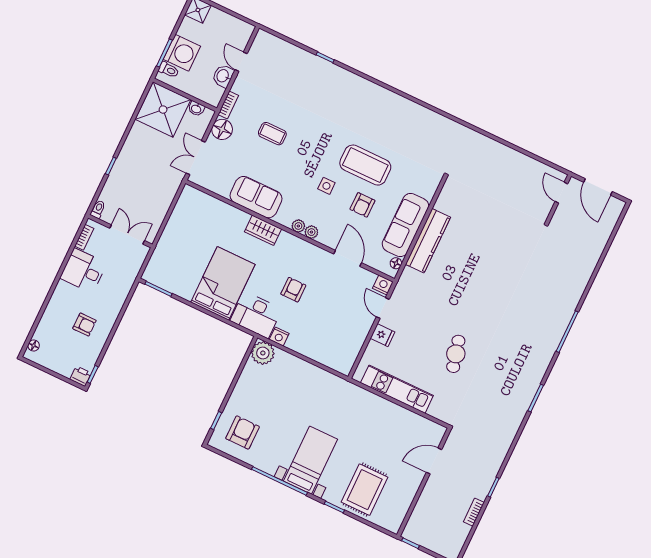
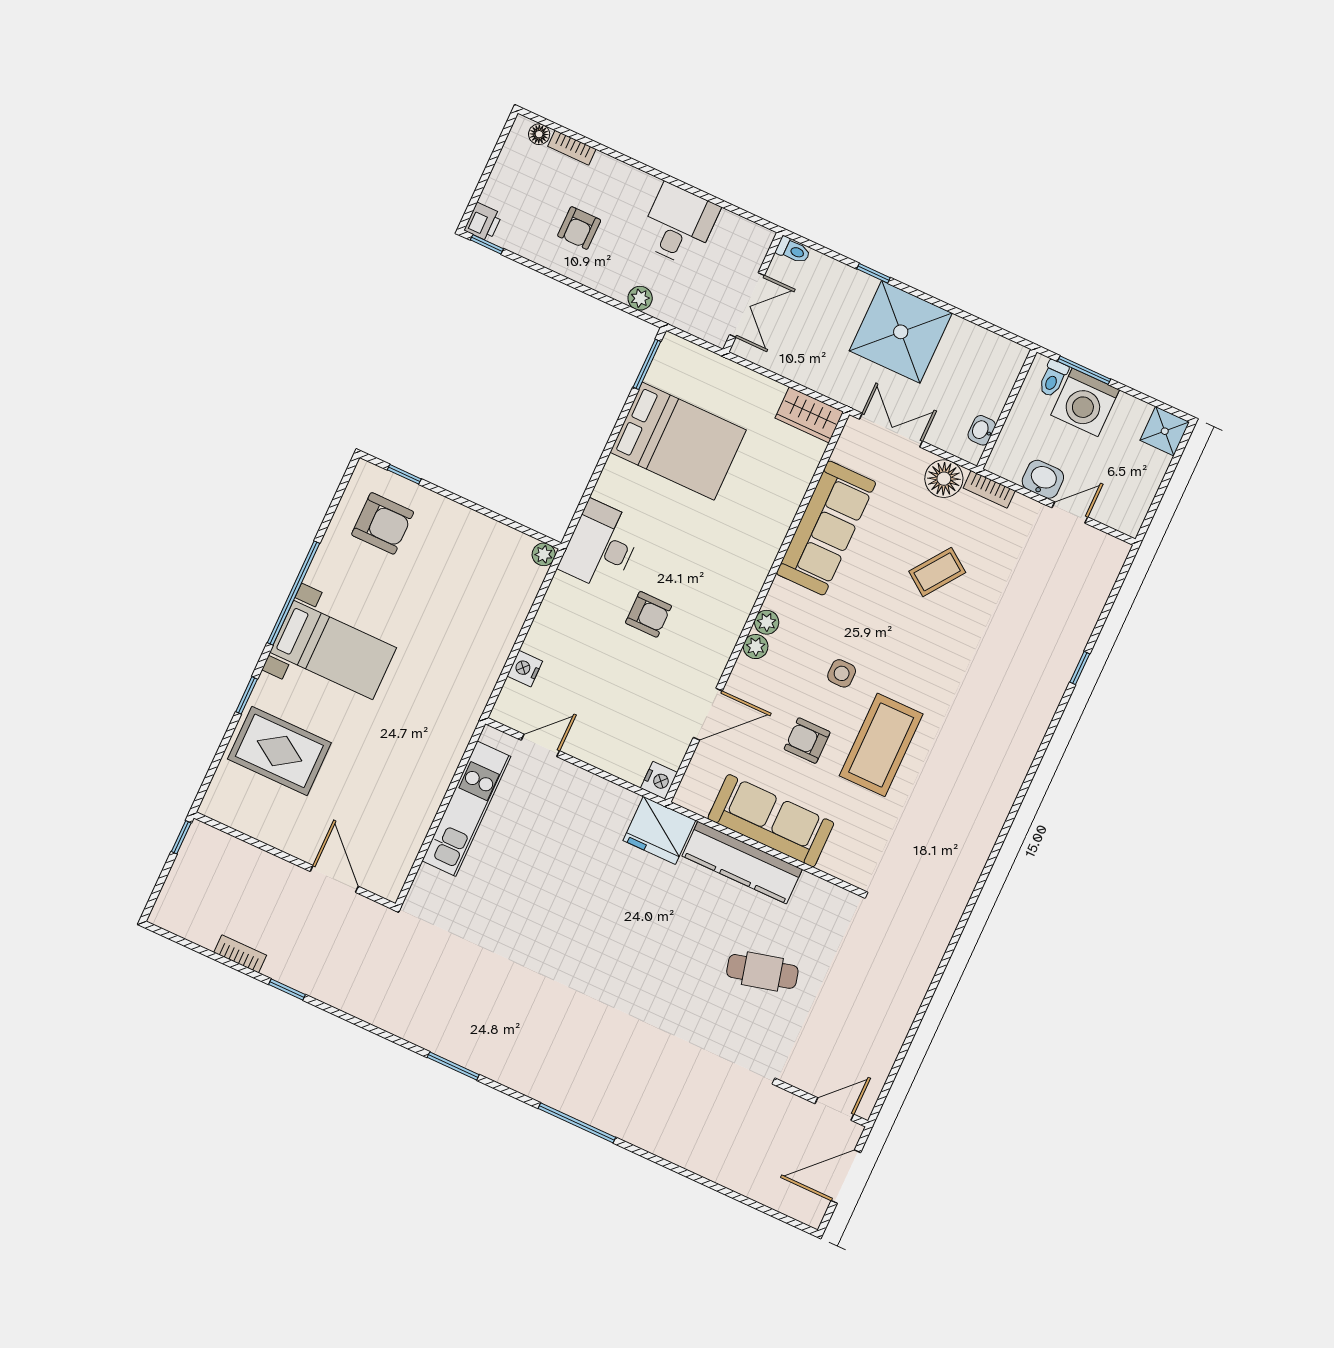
shower: (163, 110) -> (901, 332), moved
coffee table: (272, 134) -> (937, 572), turned 36
sofa: (256, 197) -> (826, 528), width x1.36
wardrobe: (263, 230) -> (809, 415), moved, turned -90
bookcase: (84, 237) -> (572, 148), moved
floor lamp: (396, 263) -> (700, 804), removed
bed: (223, 283) -> (678, 441), moved
plant: (123, 292) -> (640, 298), added
door: (383, 308) -> (540, 745), moved
fridge: (383, 335) -> (659, 830), moved, width x1.88, depth x1.34
nightstand: (279, 337) -> (525, 669), moved
plant: (263, 353) -> (544, 554), width x0.53, depth x0.53
cafe table: (456, 354) -> (762, 971), moved

